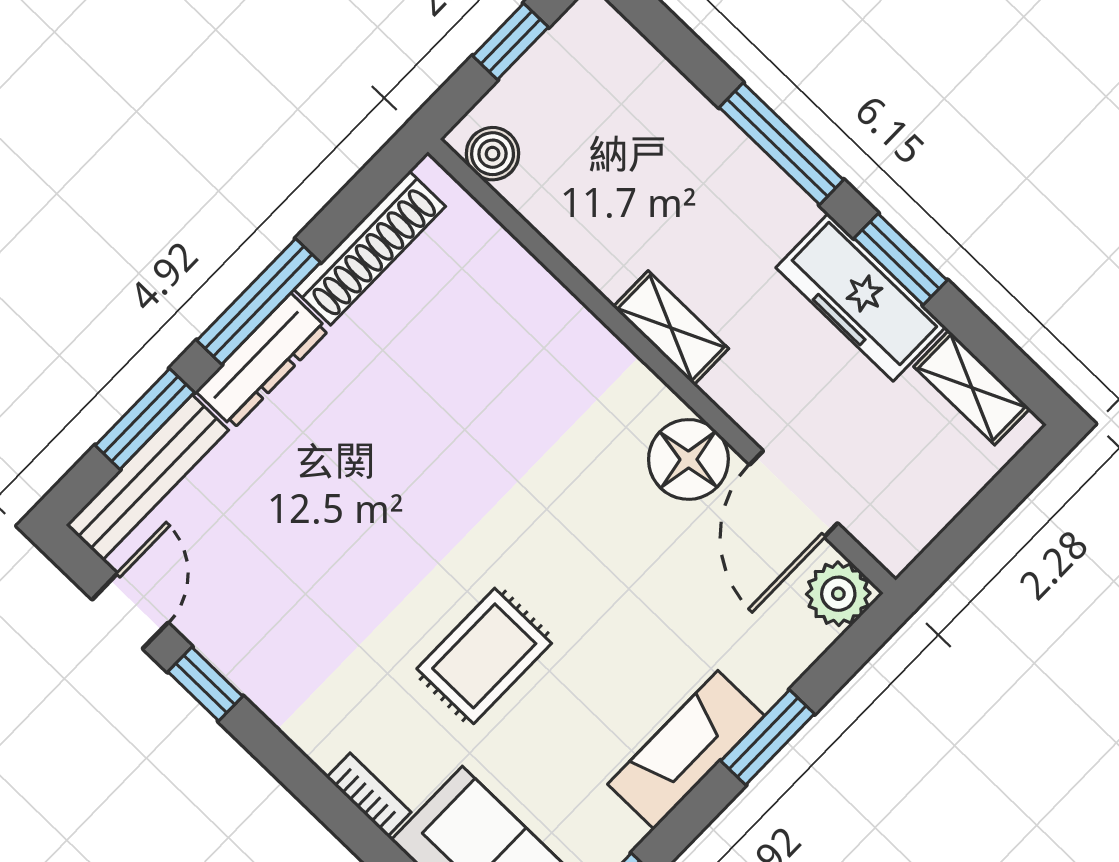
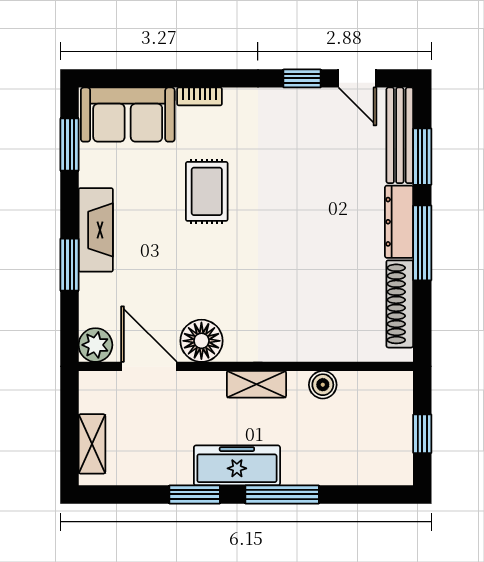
boiler: (493, 154) -> (323, 385), moved
freezer: (861, 297) -> (237, 465), moved
shelving: (972, 388) -> (92, 444), moved, turned 90

